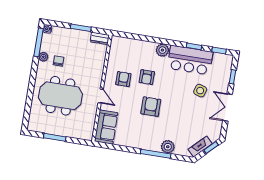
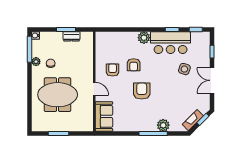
dresser: (100, 38) -> (71, 36), moved

